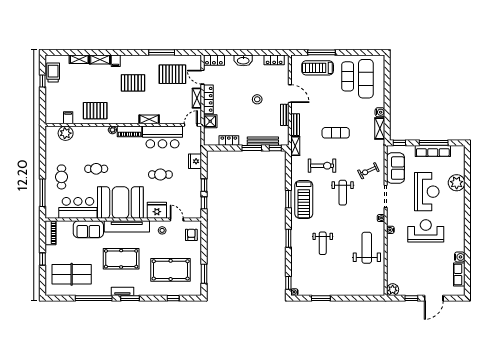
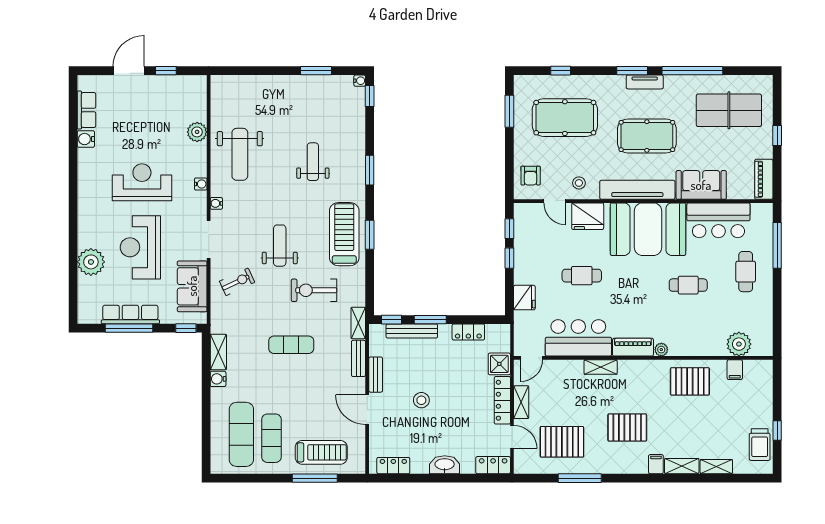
reception desk: (426, 231) -> (142, 182), turned 180
plant: (393, 290) -> (197, 132), moved

